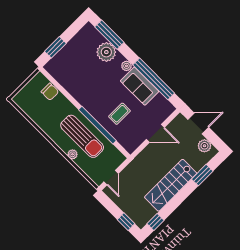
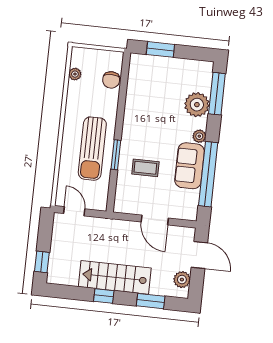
window: (97, 125) -> (116, 155), width x0.47
plant: (72, 154) -> (75, 74), moved
door: (111, 178) -> (74, 211), swing flipped
window: (155, 222) -> (104, 296), moved

